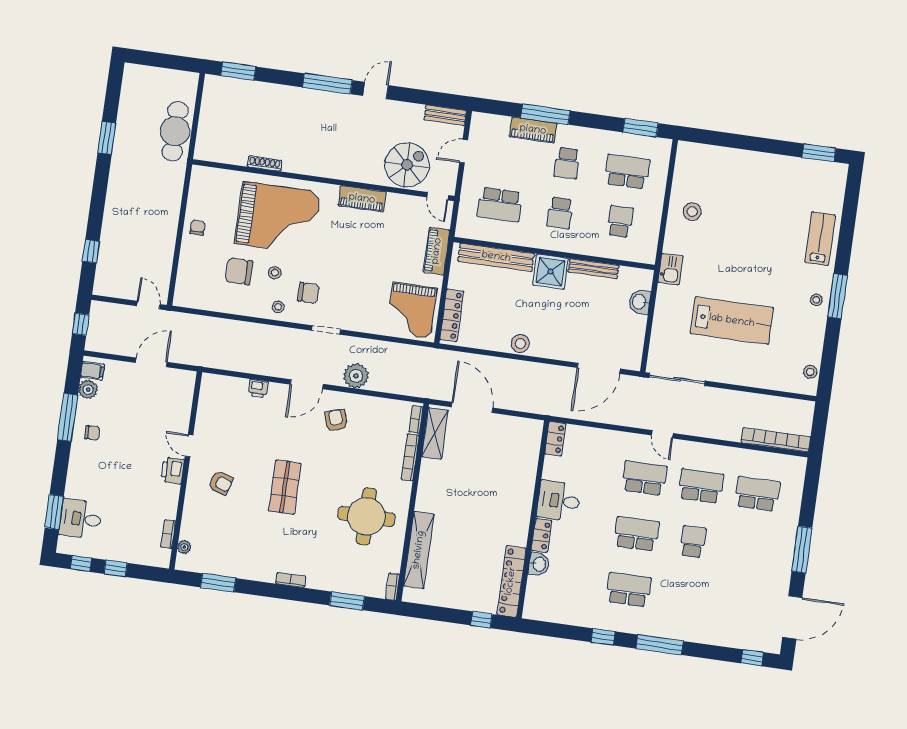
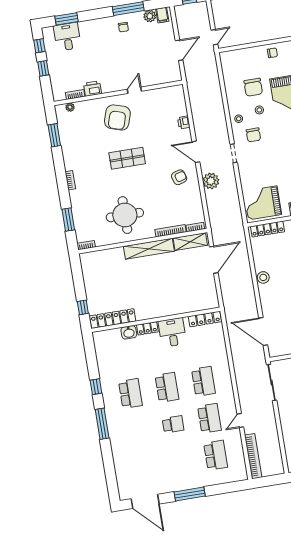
chair: (239, 271) -> (253, 87), turned 180
door: (151, 362) -> (179, 50), hinge flipped
door: (662, 434) -> (240, 420), moved
locker: (555, 439) -> (205, 319), width x1.53
printer: (173, 470) -> (93, 89), moved
armchair: (221, 483) -> (117, 117), width x1.88, depth x1.88
shelving: (419, 550) -> (149, 249), moved
window: (752, 658) -> (112, 484), removed

